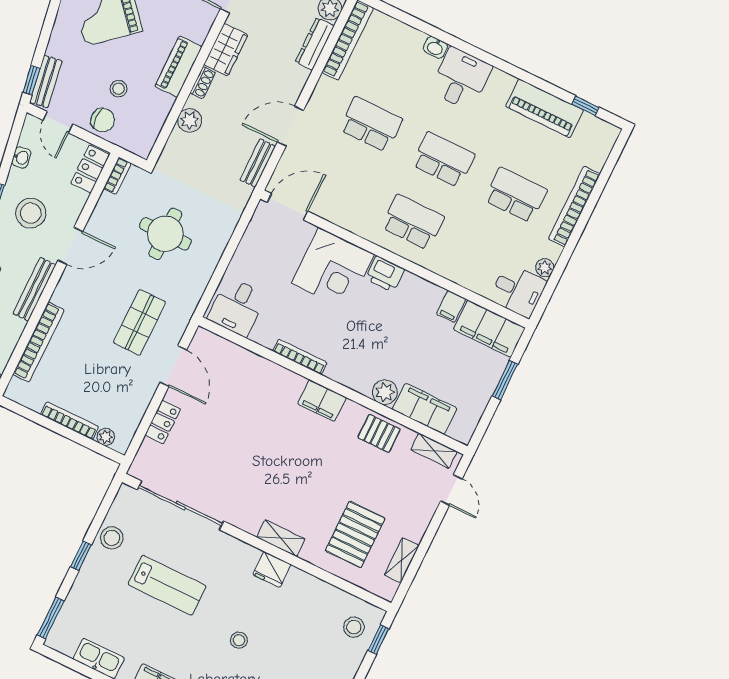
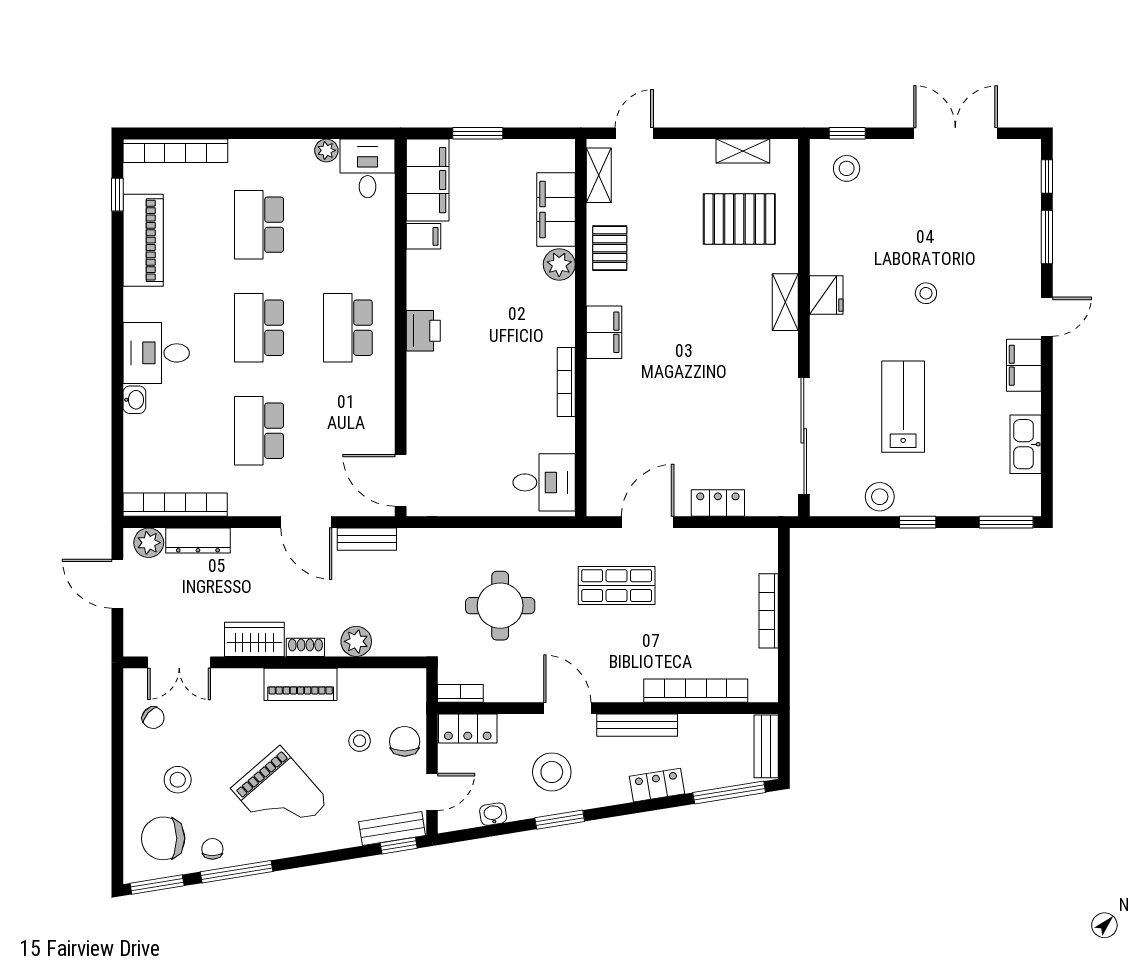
bookcase: (574, 206) -> (175, 151), moved
corner desk: (333, 269) -> (446, 393), removed
plant: (106, 437) -> (767, 560), removed

